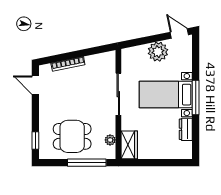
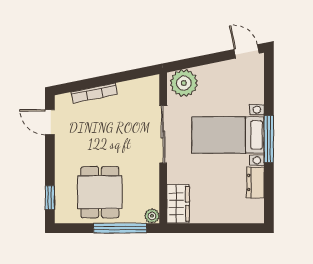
plant: (158, 52) -> (184, 83), moved
dining table: (72, 136) -> (100, 192), turned 90
plant: (110, 140) -> (152, 216), moved

